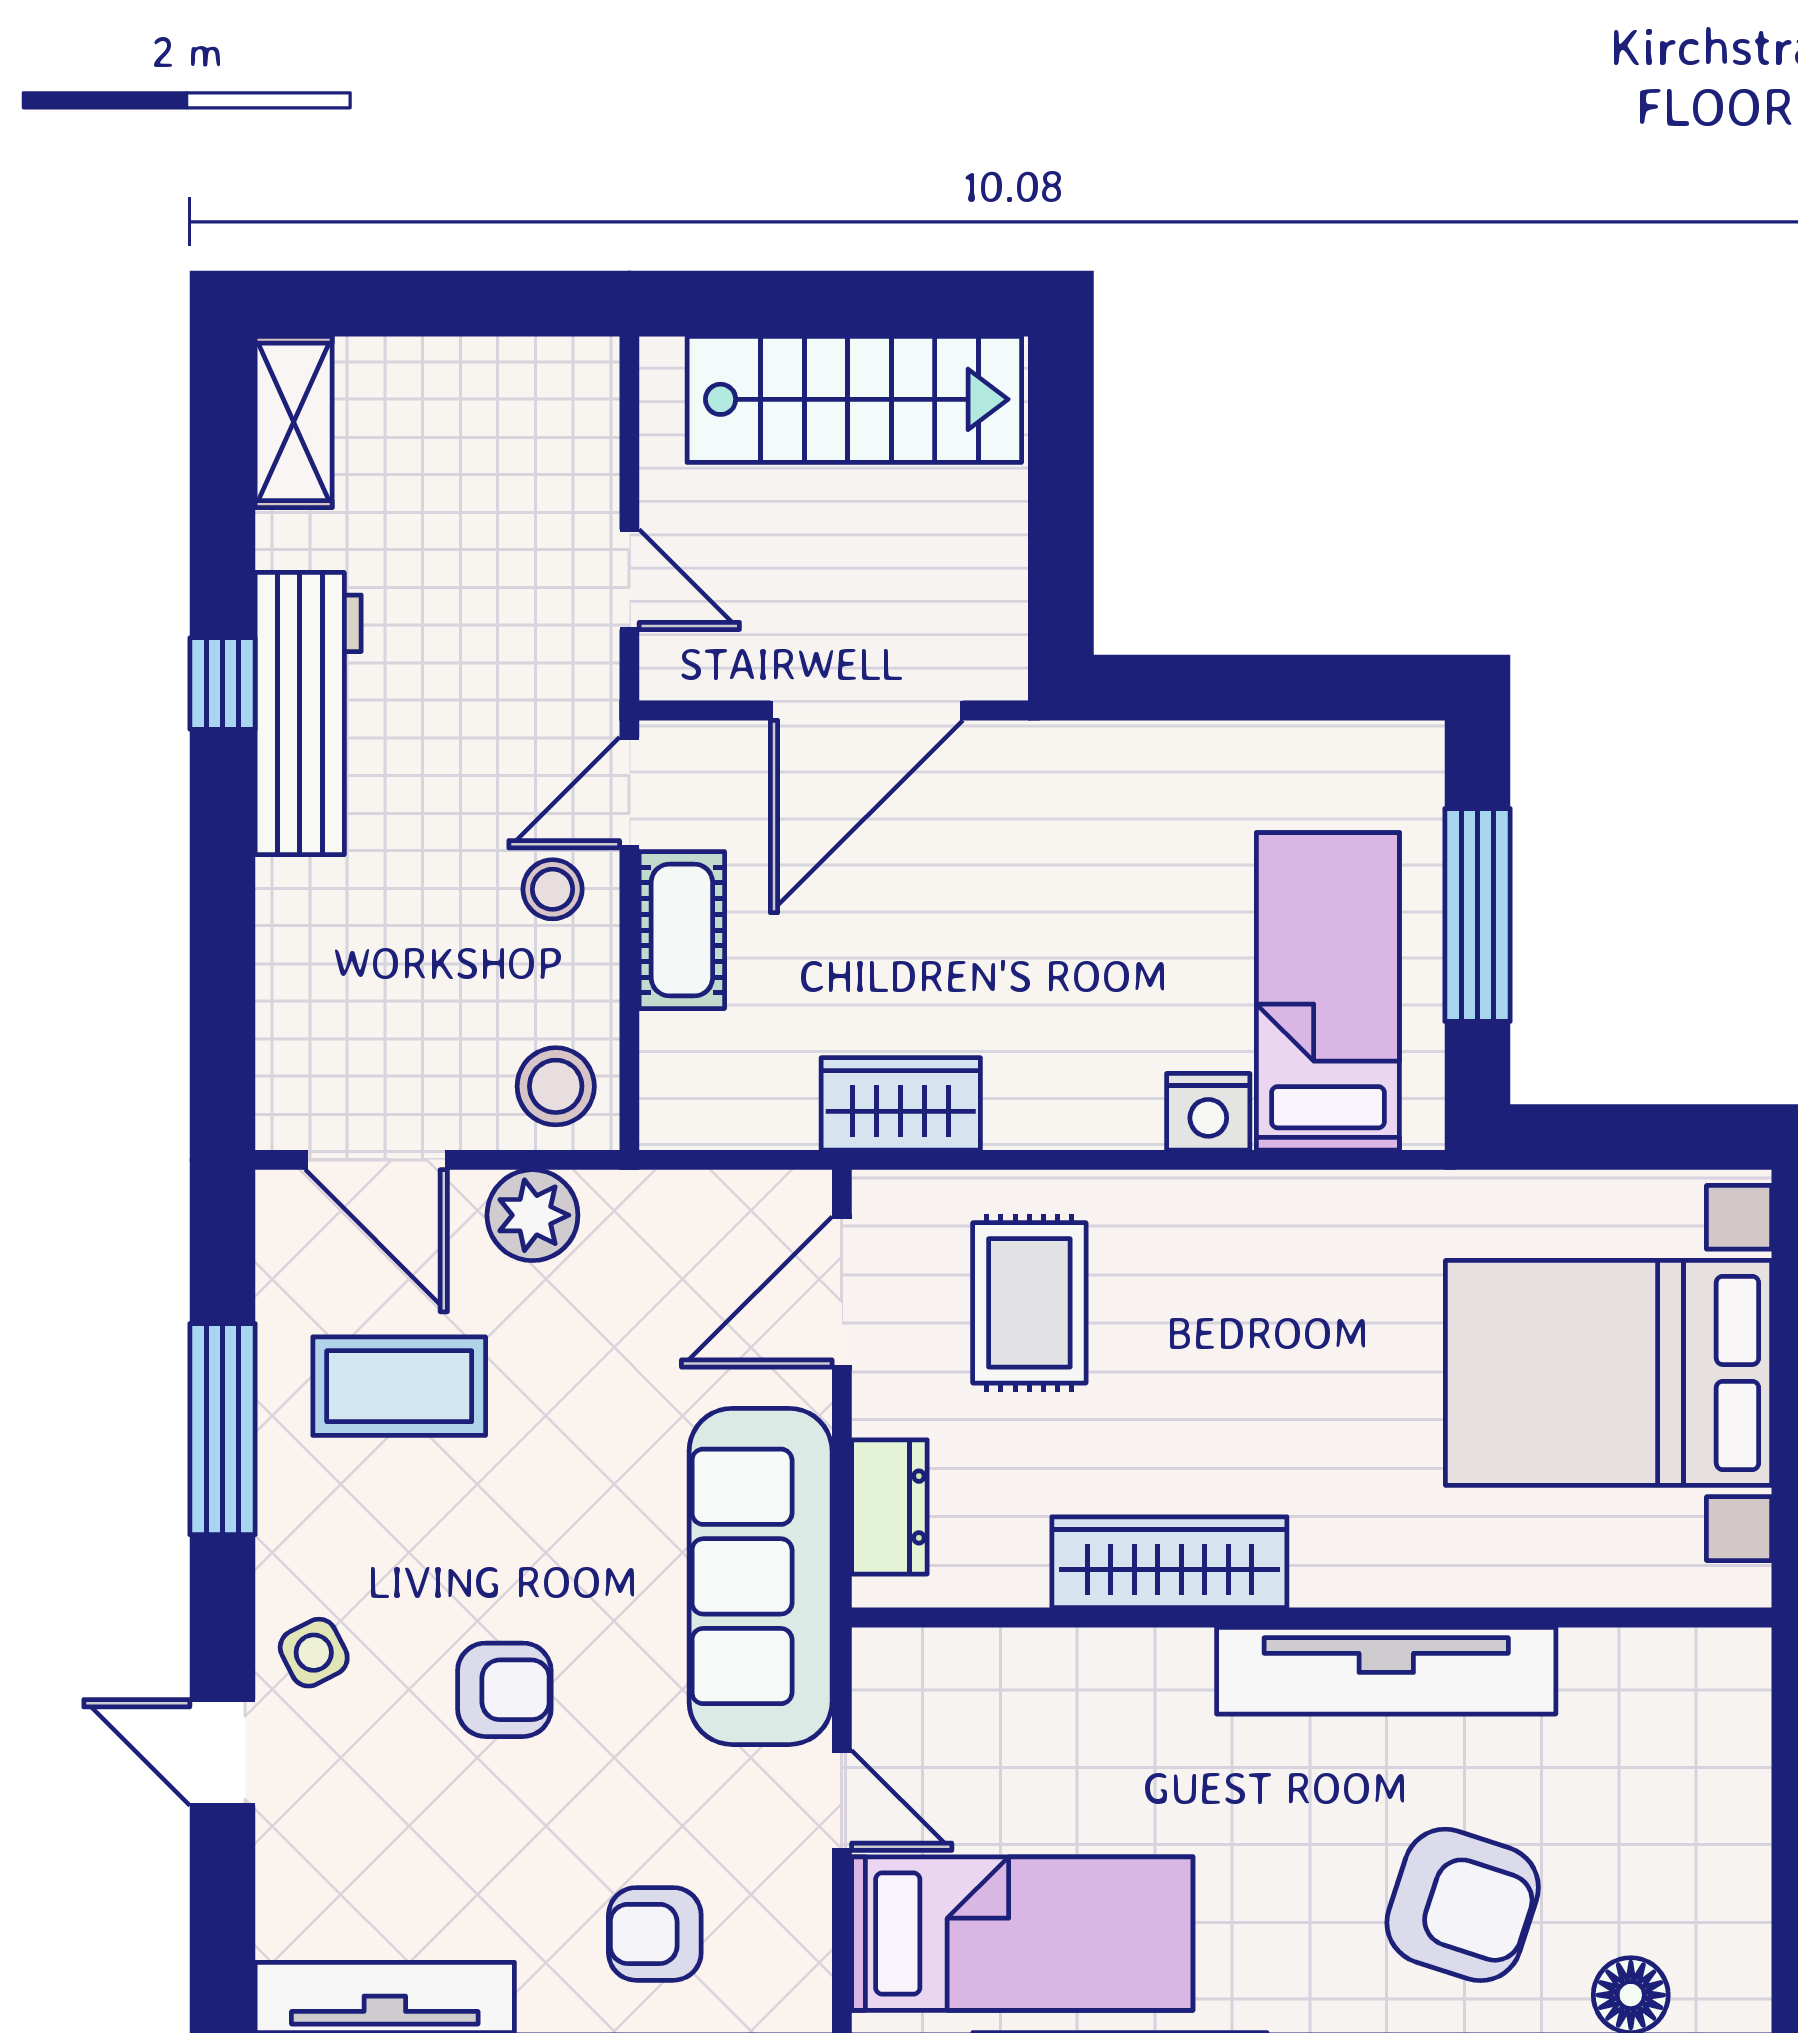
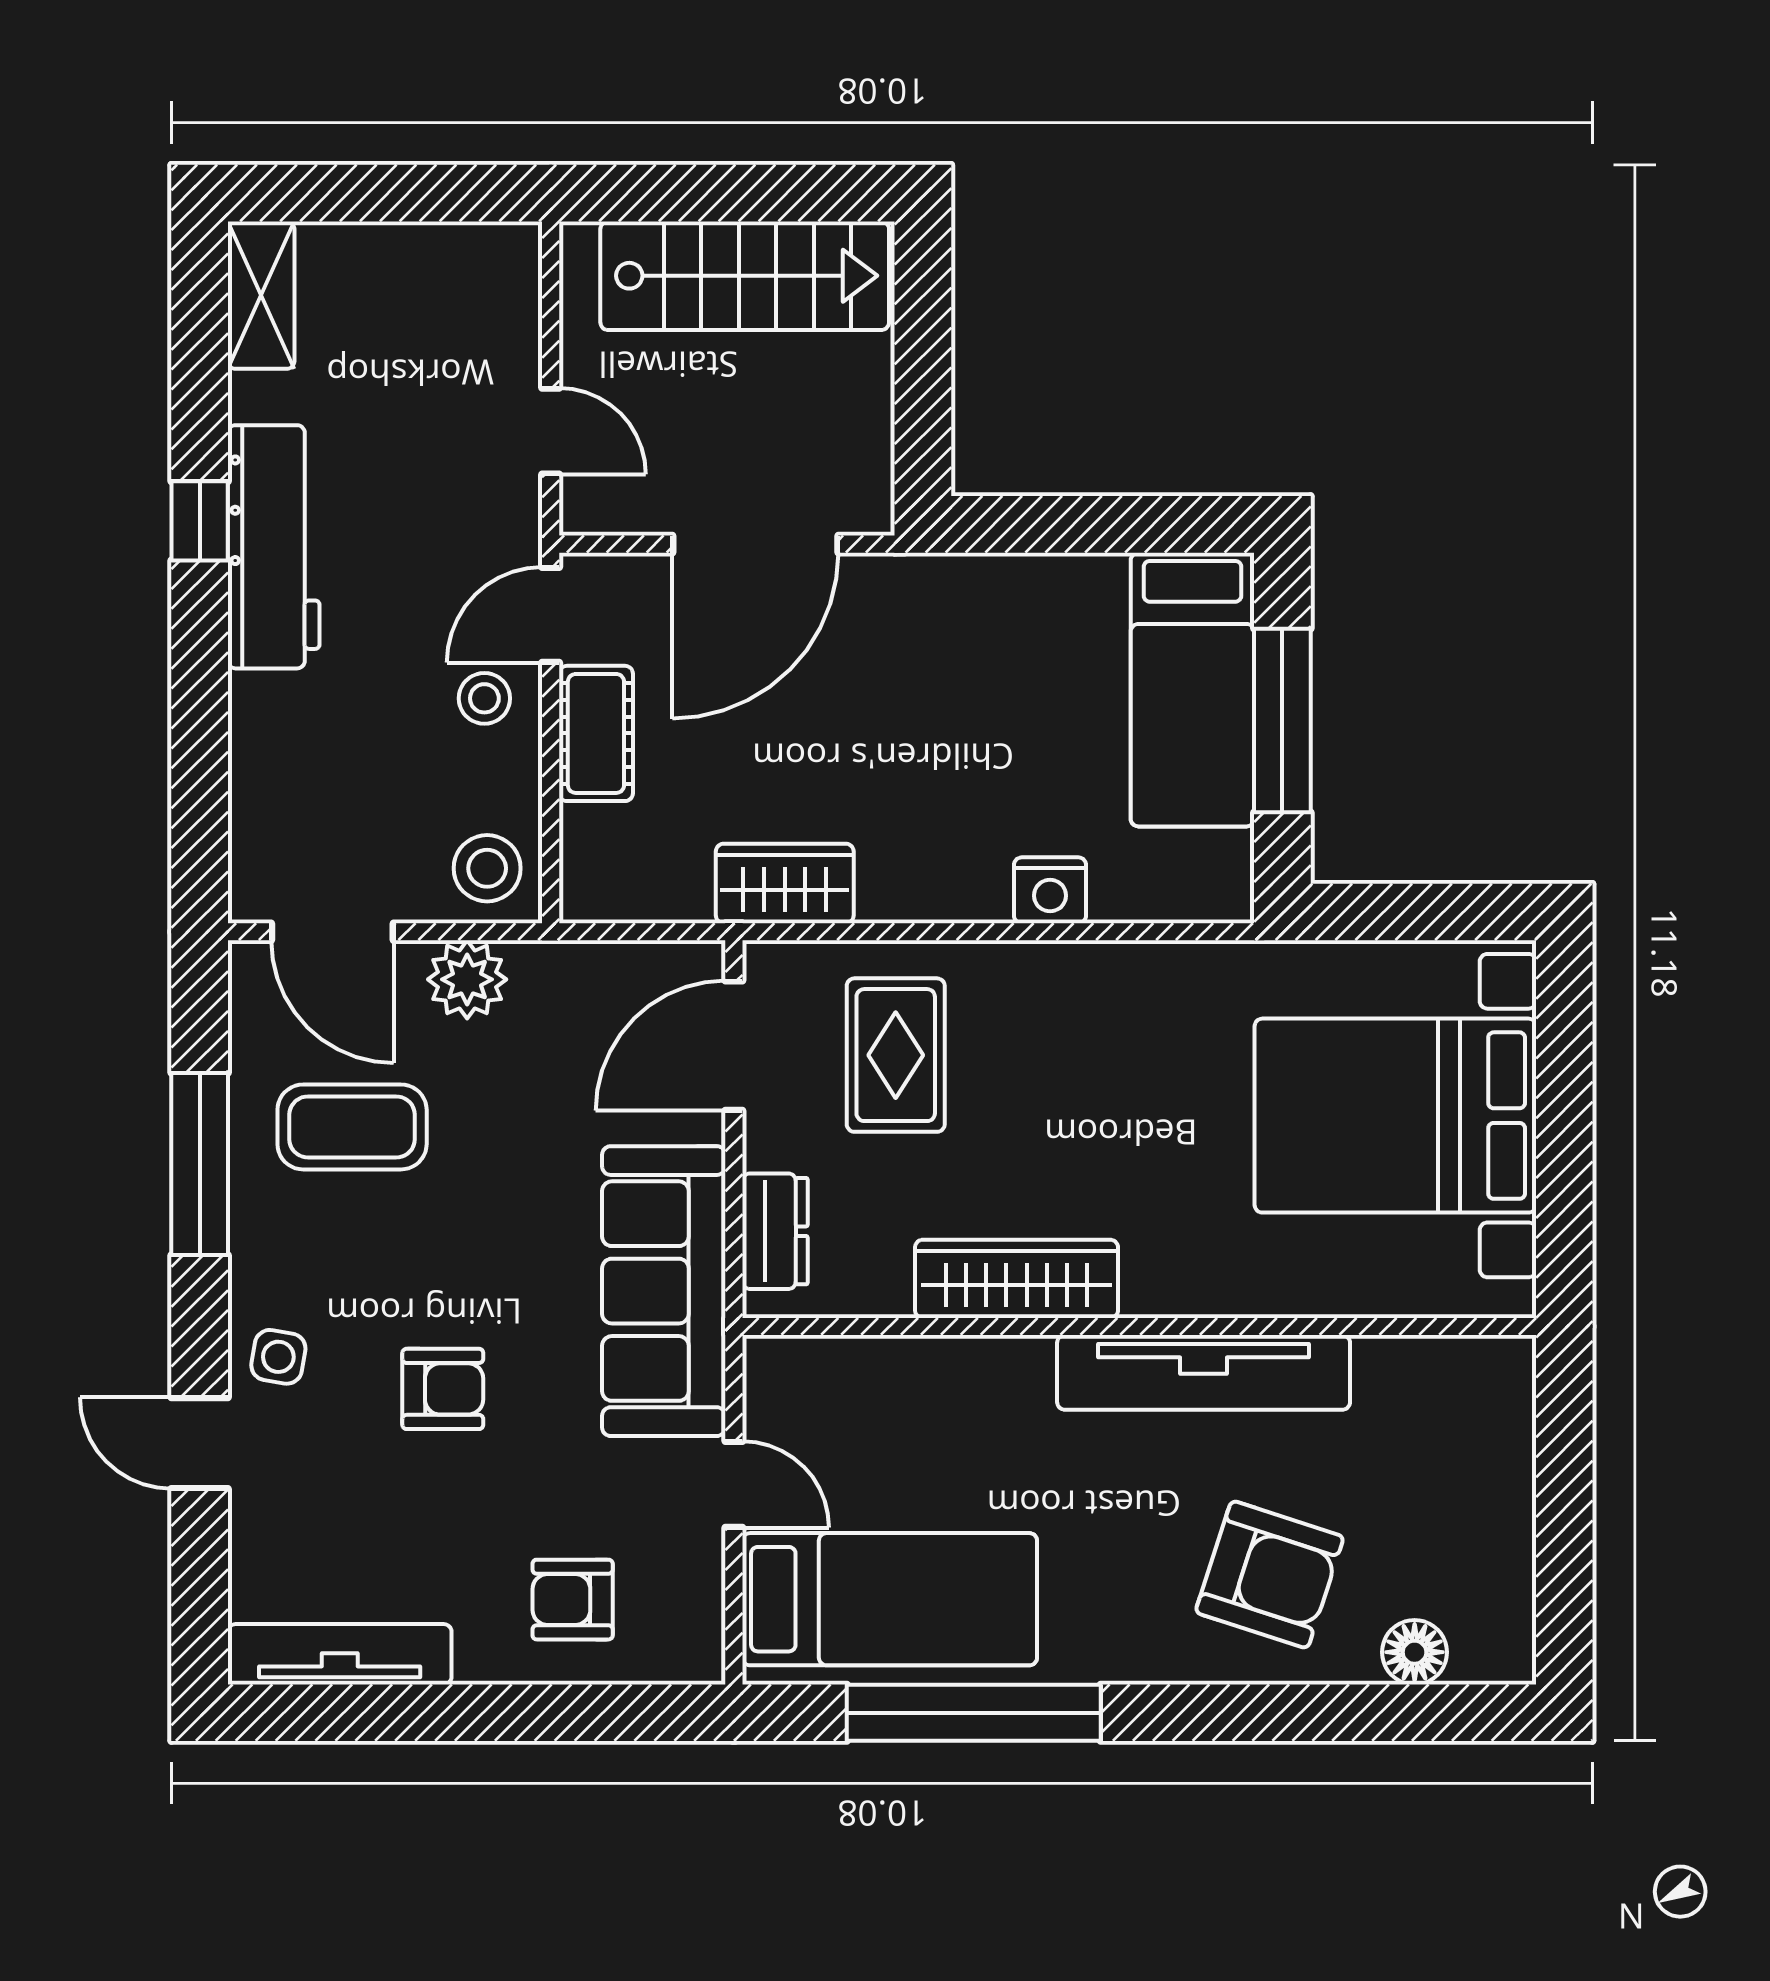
bed: (1328, 991) -> (1193, 690), moved, turned 180
side table: (314, 1653) -> (278, 1357), turned 37

